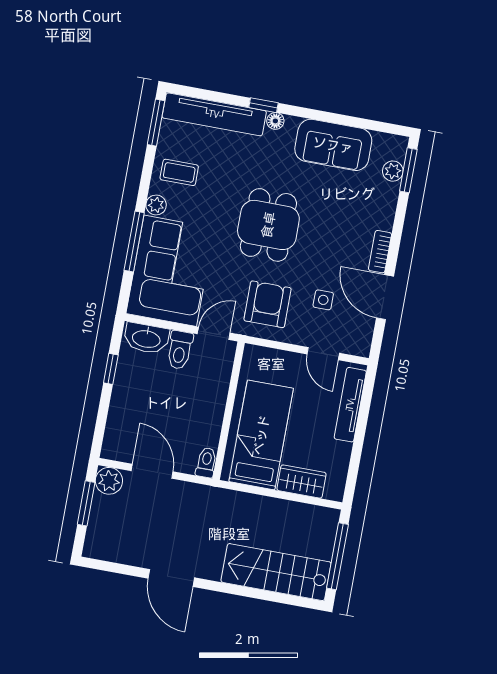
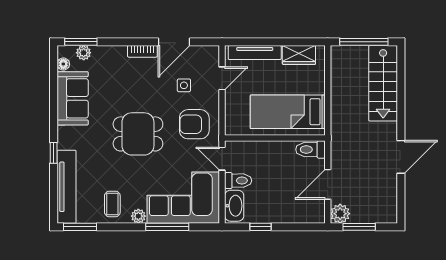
floor lamp: (275, 121) -> (63, 64), moved
toilet: (206, 463) -> (310, 149), width x1.37, depth x1.39
wardrobe: (301, 482) -> (299, 55), moved, turned -90

